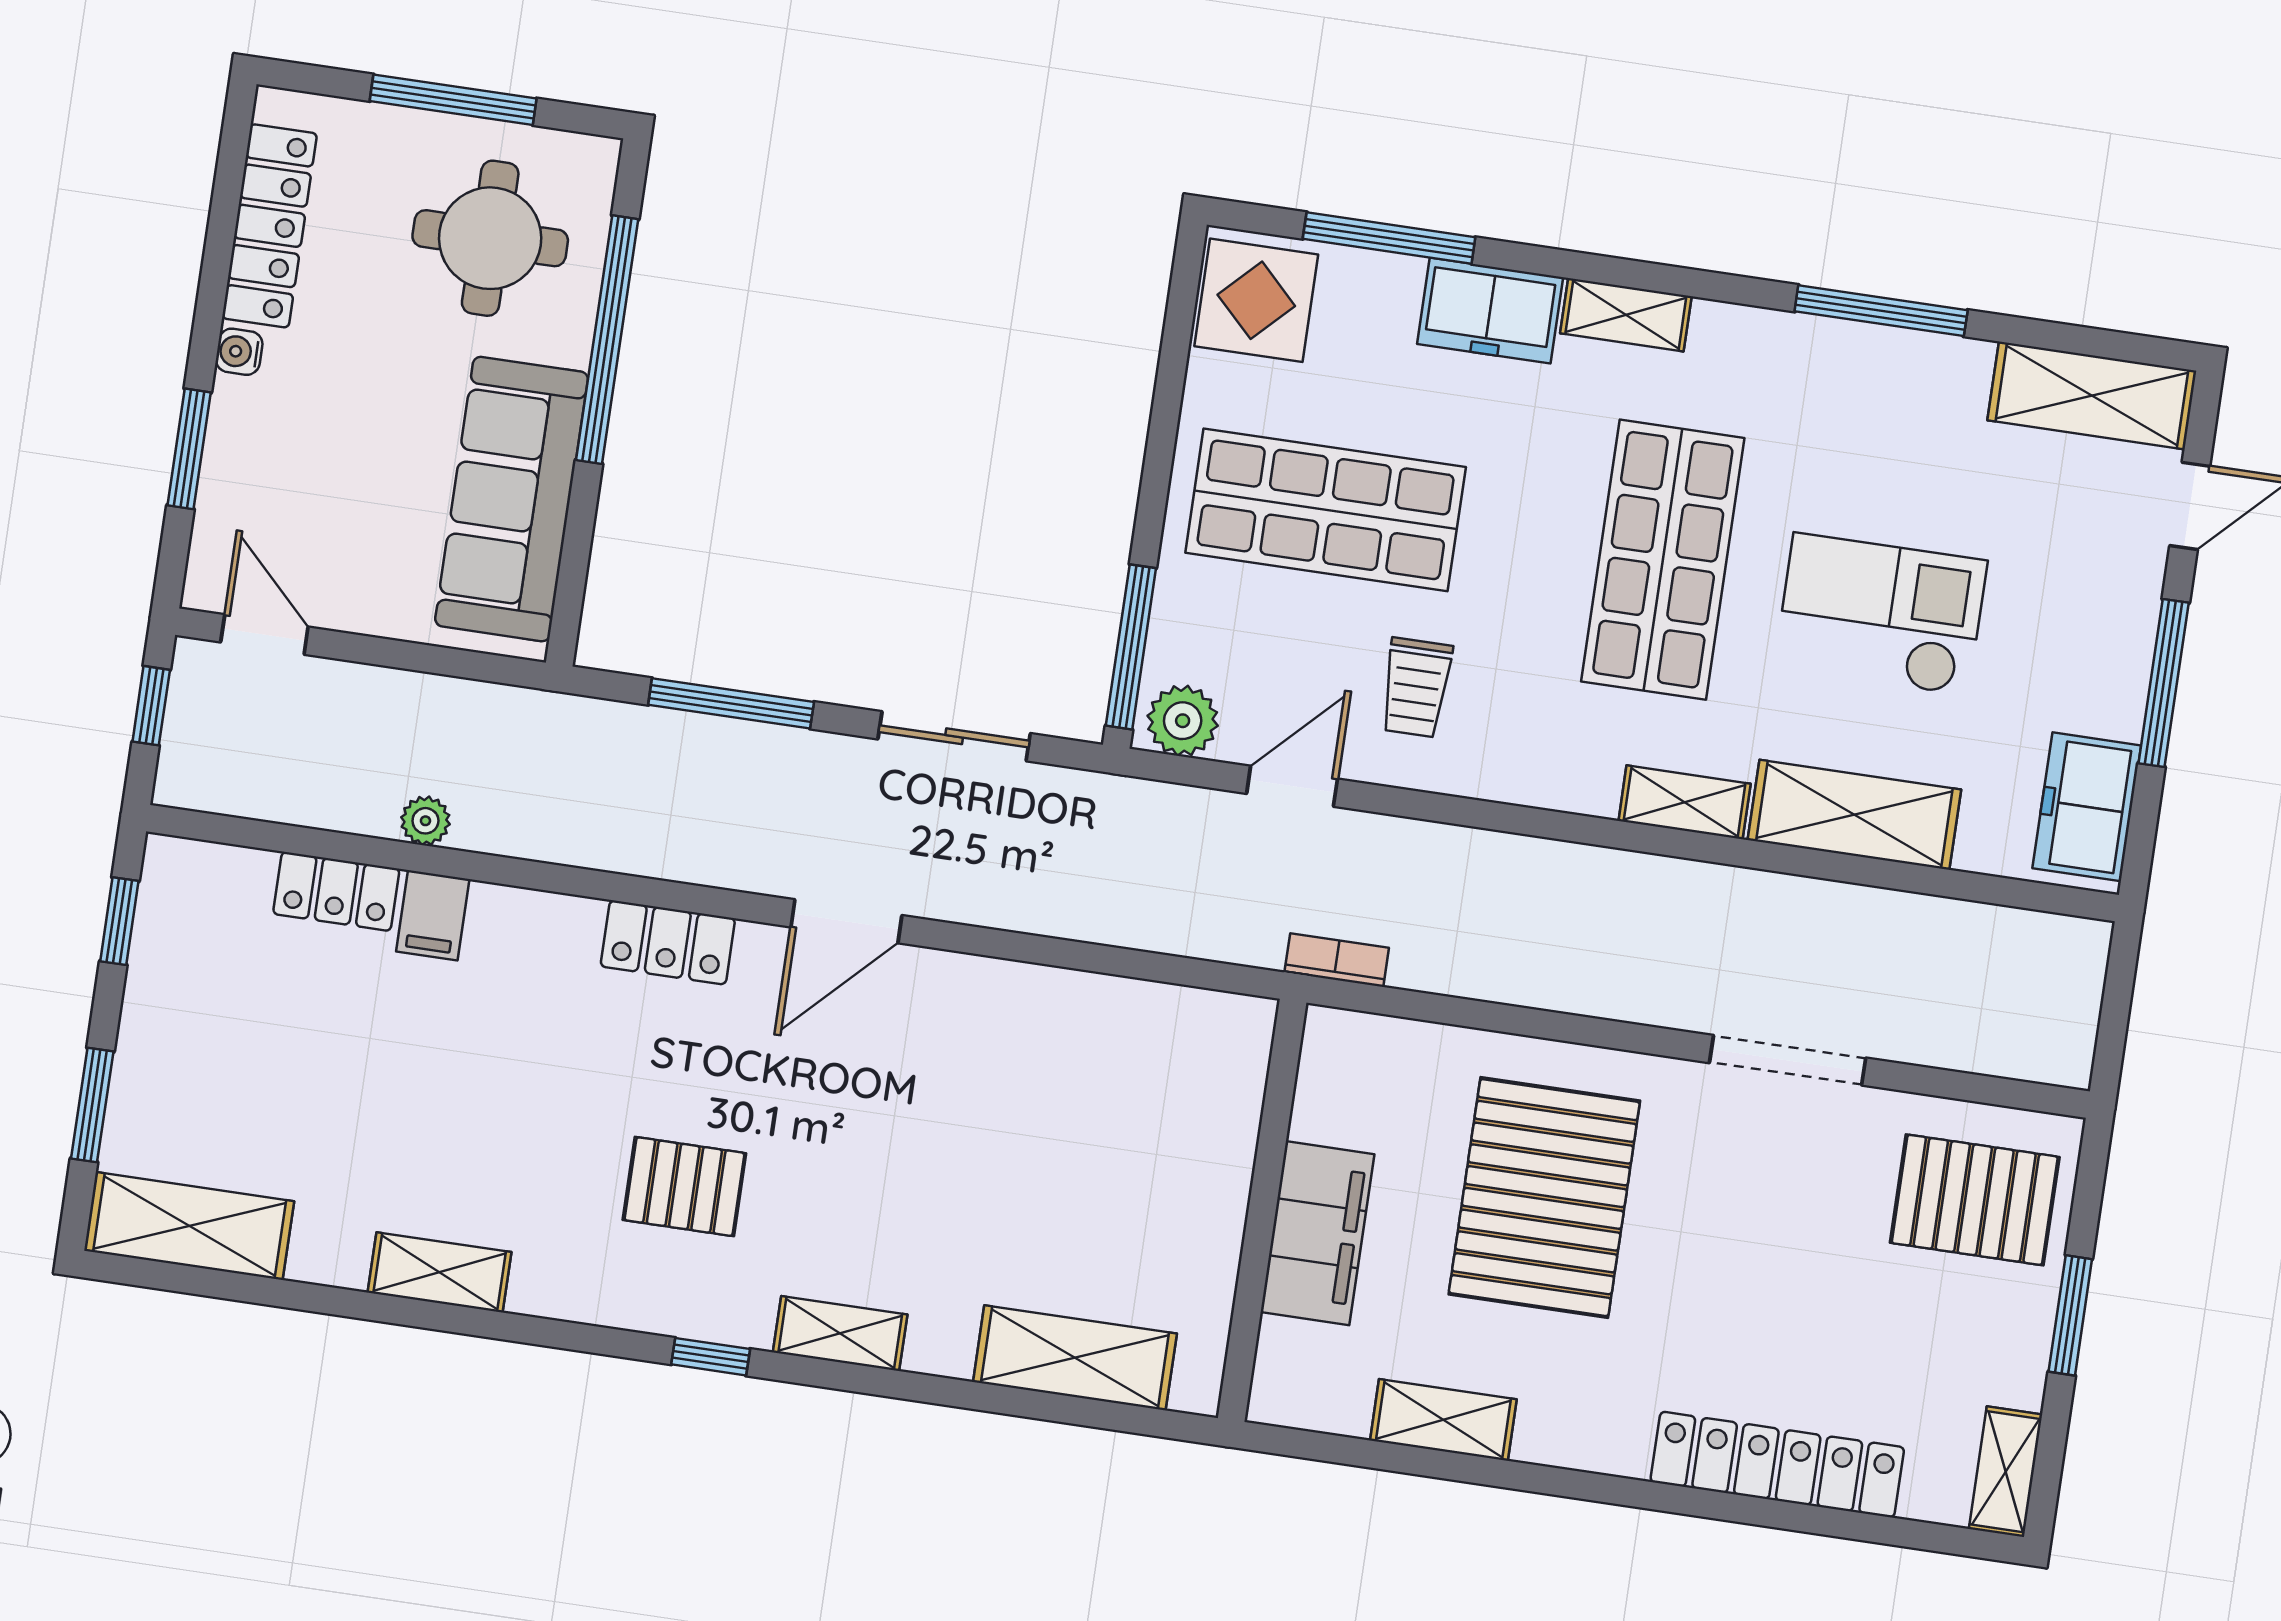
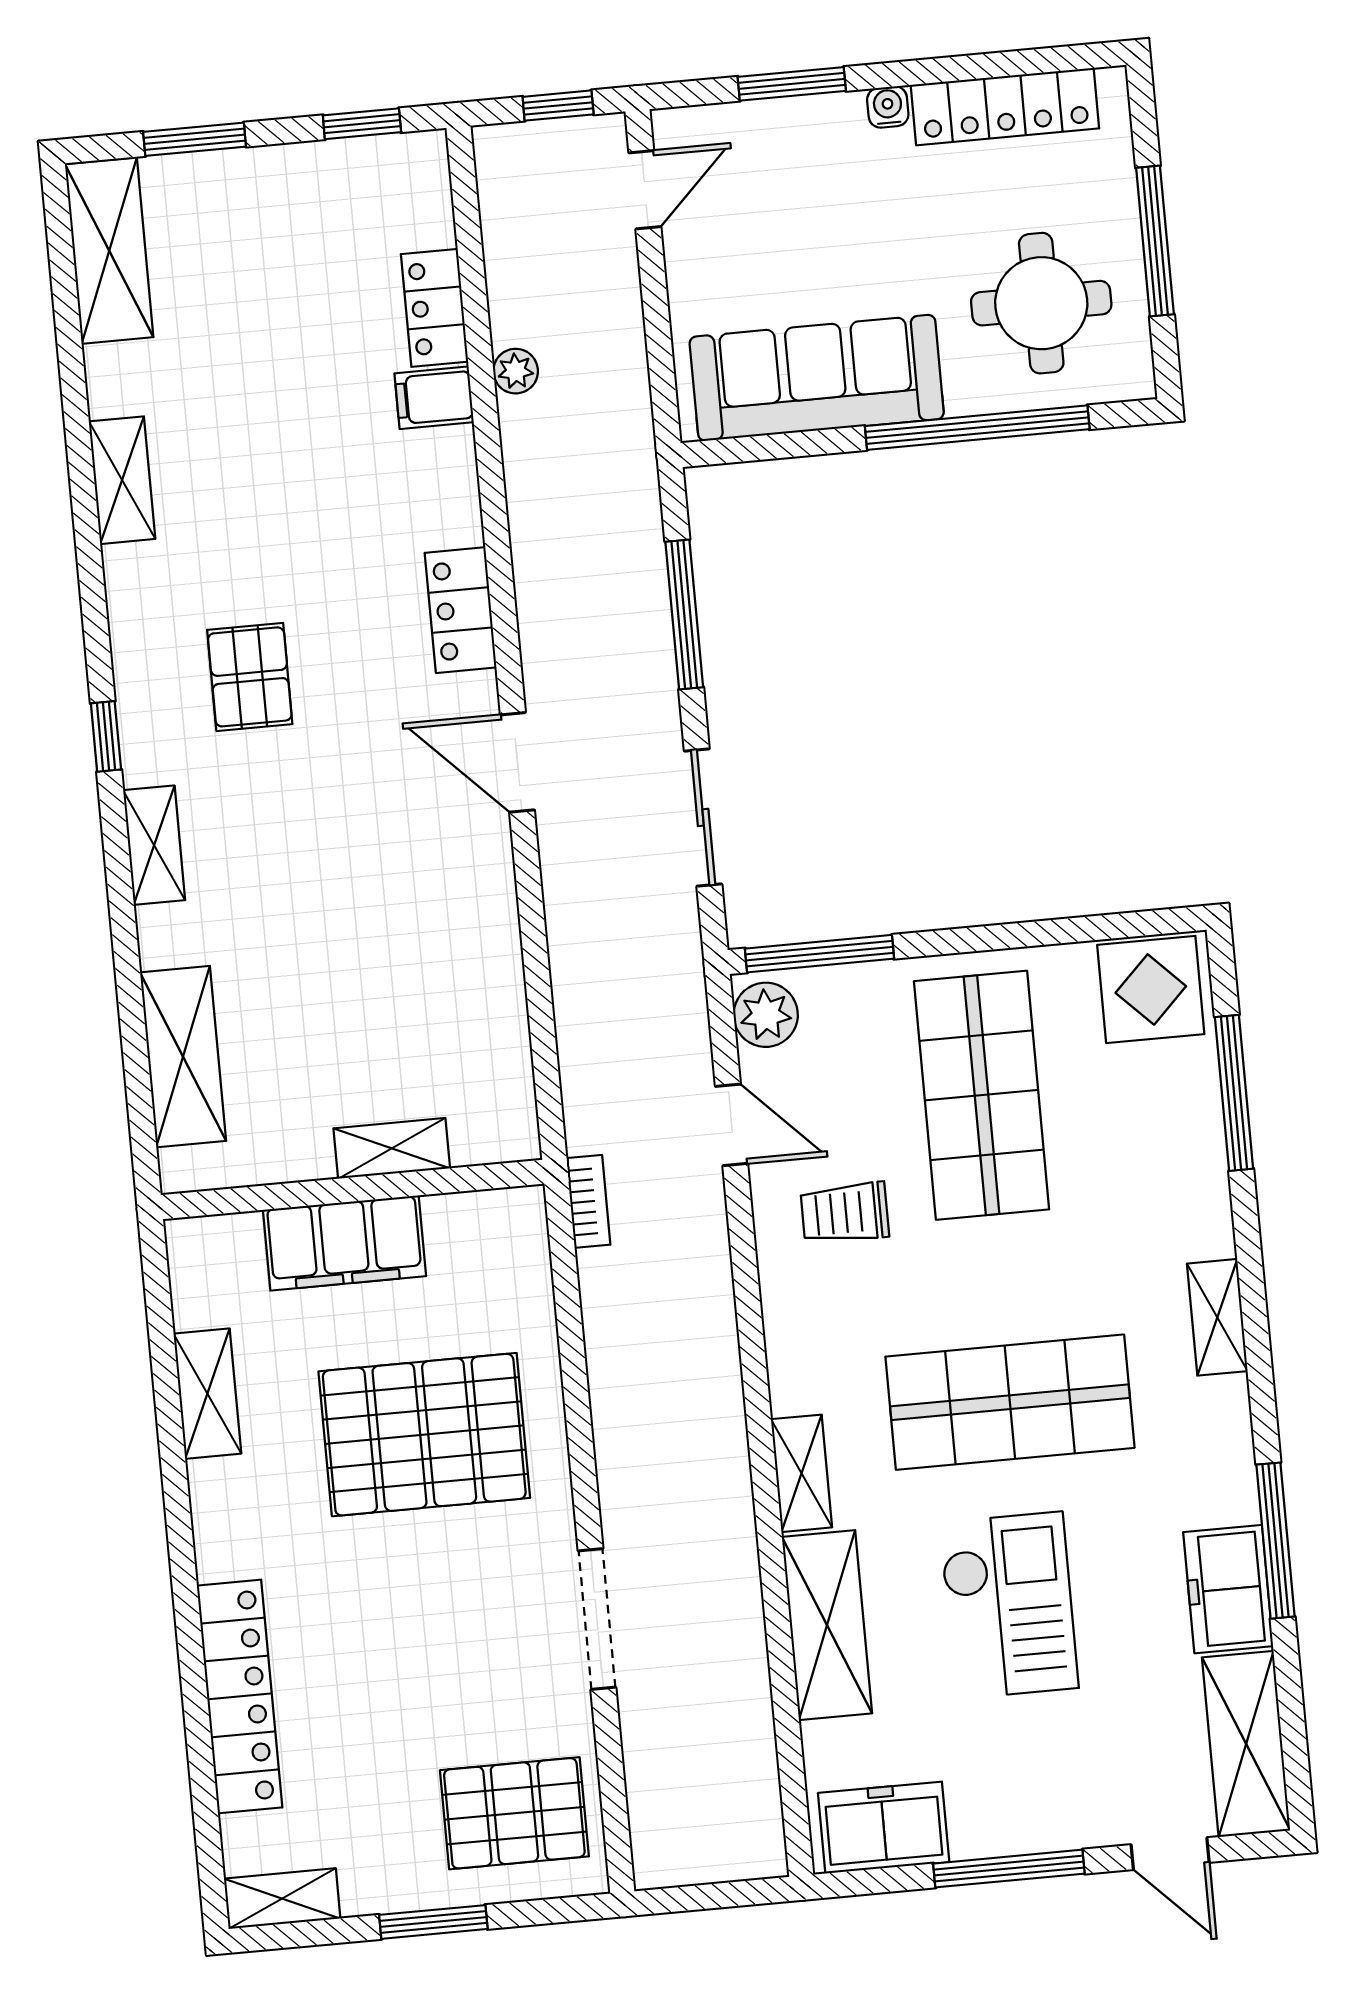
freezer: (1490, 311) -> (1228, 1589), moved
shelving: (1228, 1158) -> (392, 1148), added
pallet: (1975, 1200) -> (514, 1813), turned 90

